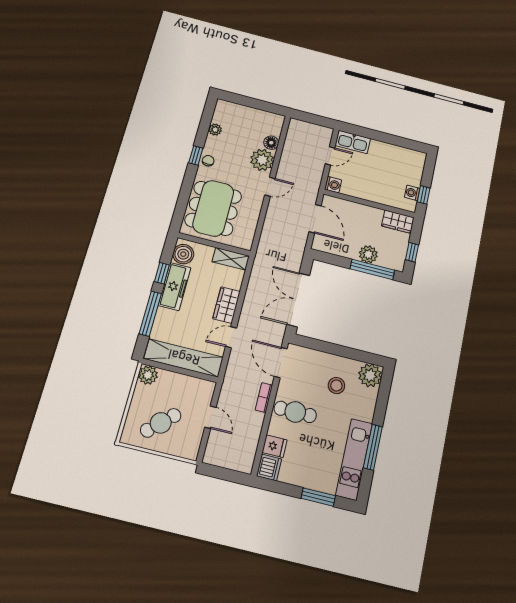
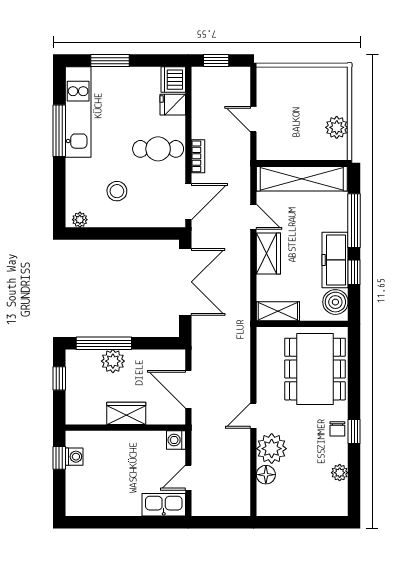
wardrobe: (398, 222) -> (126, 413), moved
door: (231, 337) -> (253, 217), hinge flipped
door: (281, 362) -> (188, 202), hinge flipped
plant: (148, 375) -> (337, 127), moved
plant: (370, 375) -> (80, 220), width x0.53, depth x0.53
cafe table: (161, 423) -> (308, 99), removed
window: (229, 475) -> (216, 61), added

